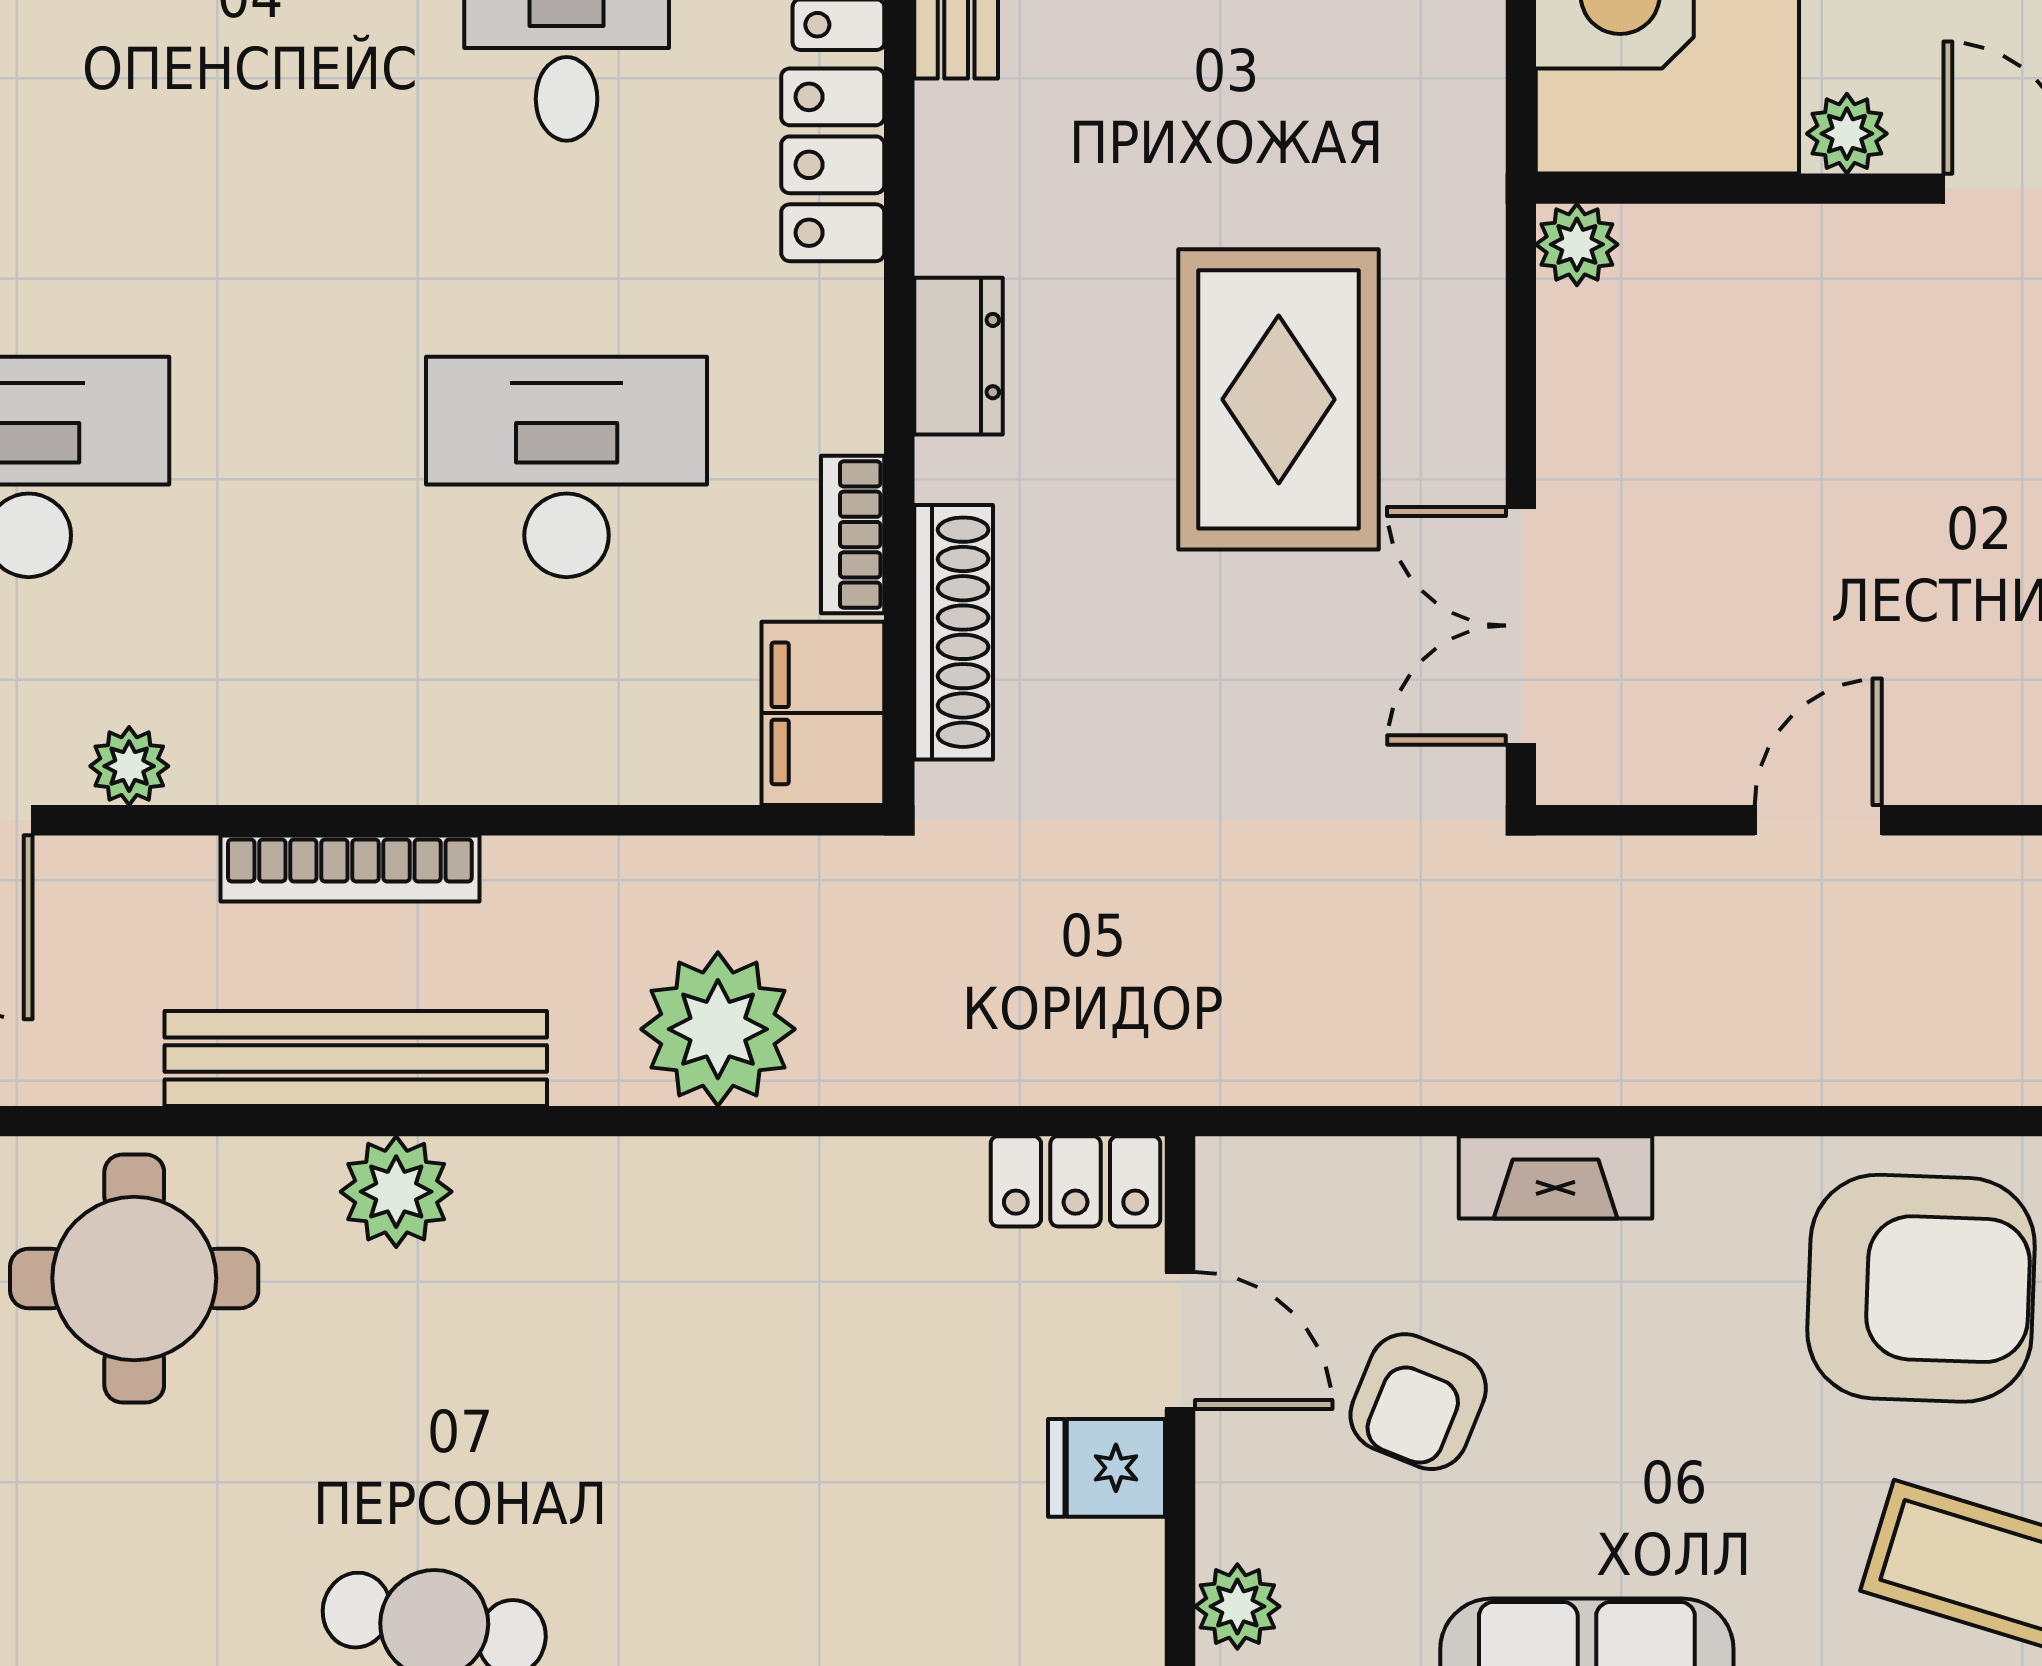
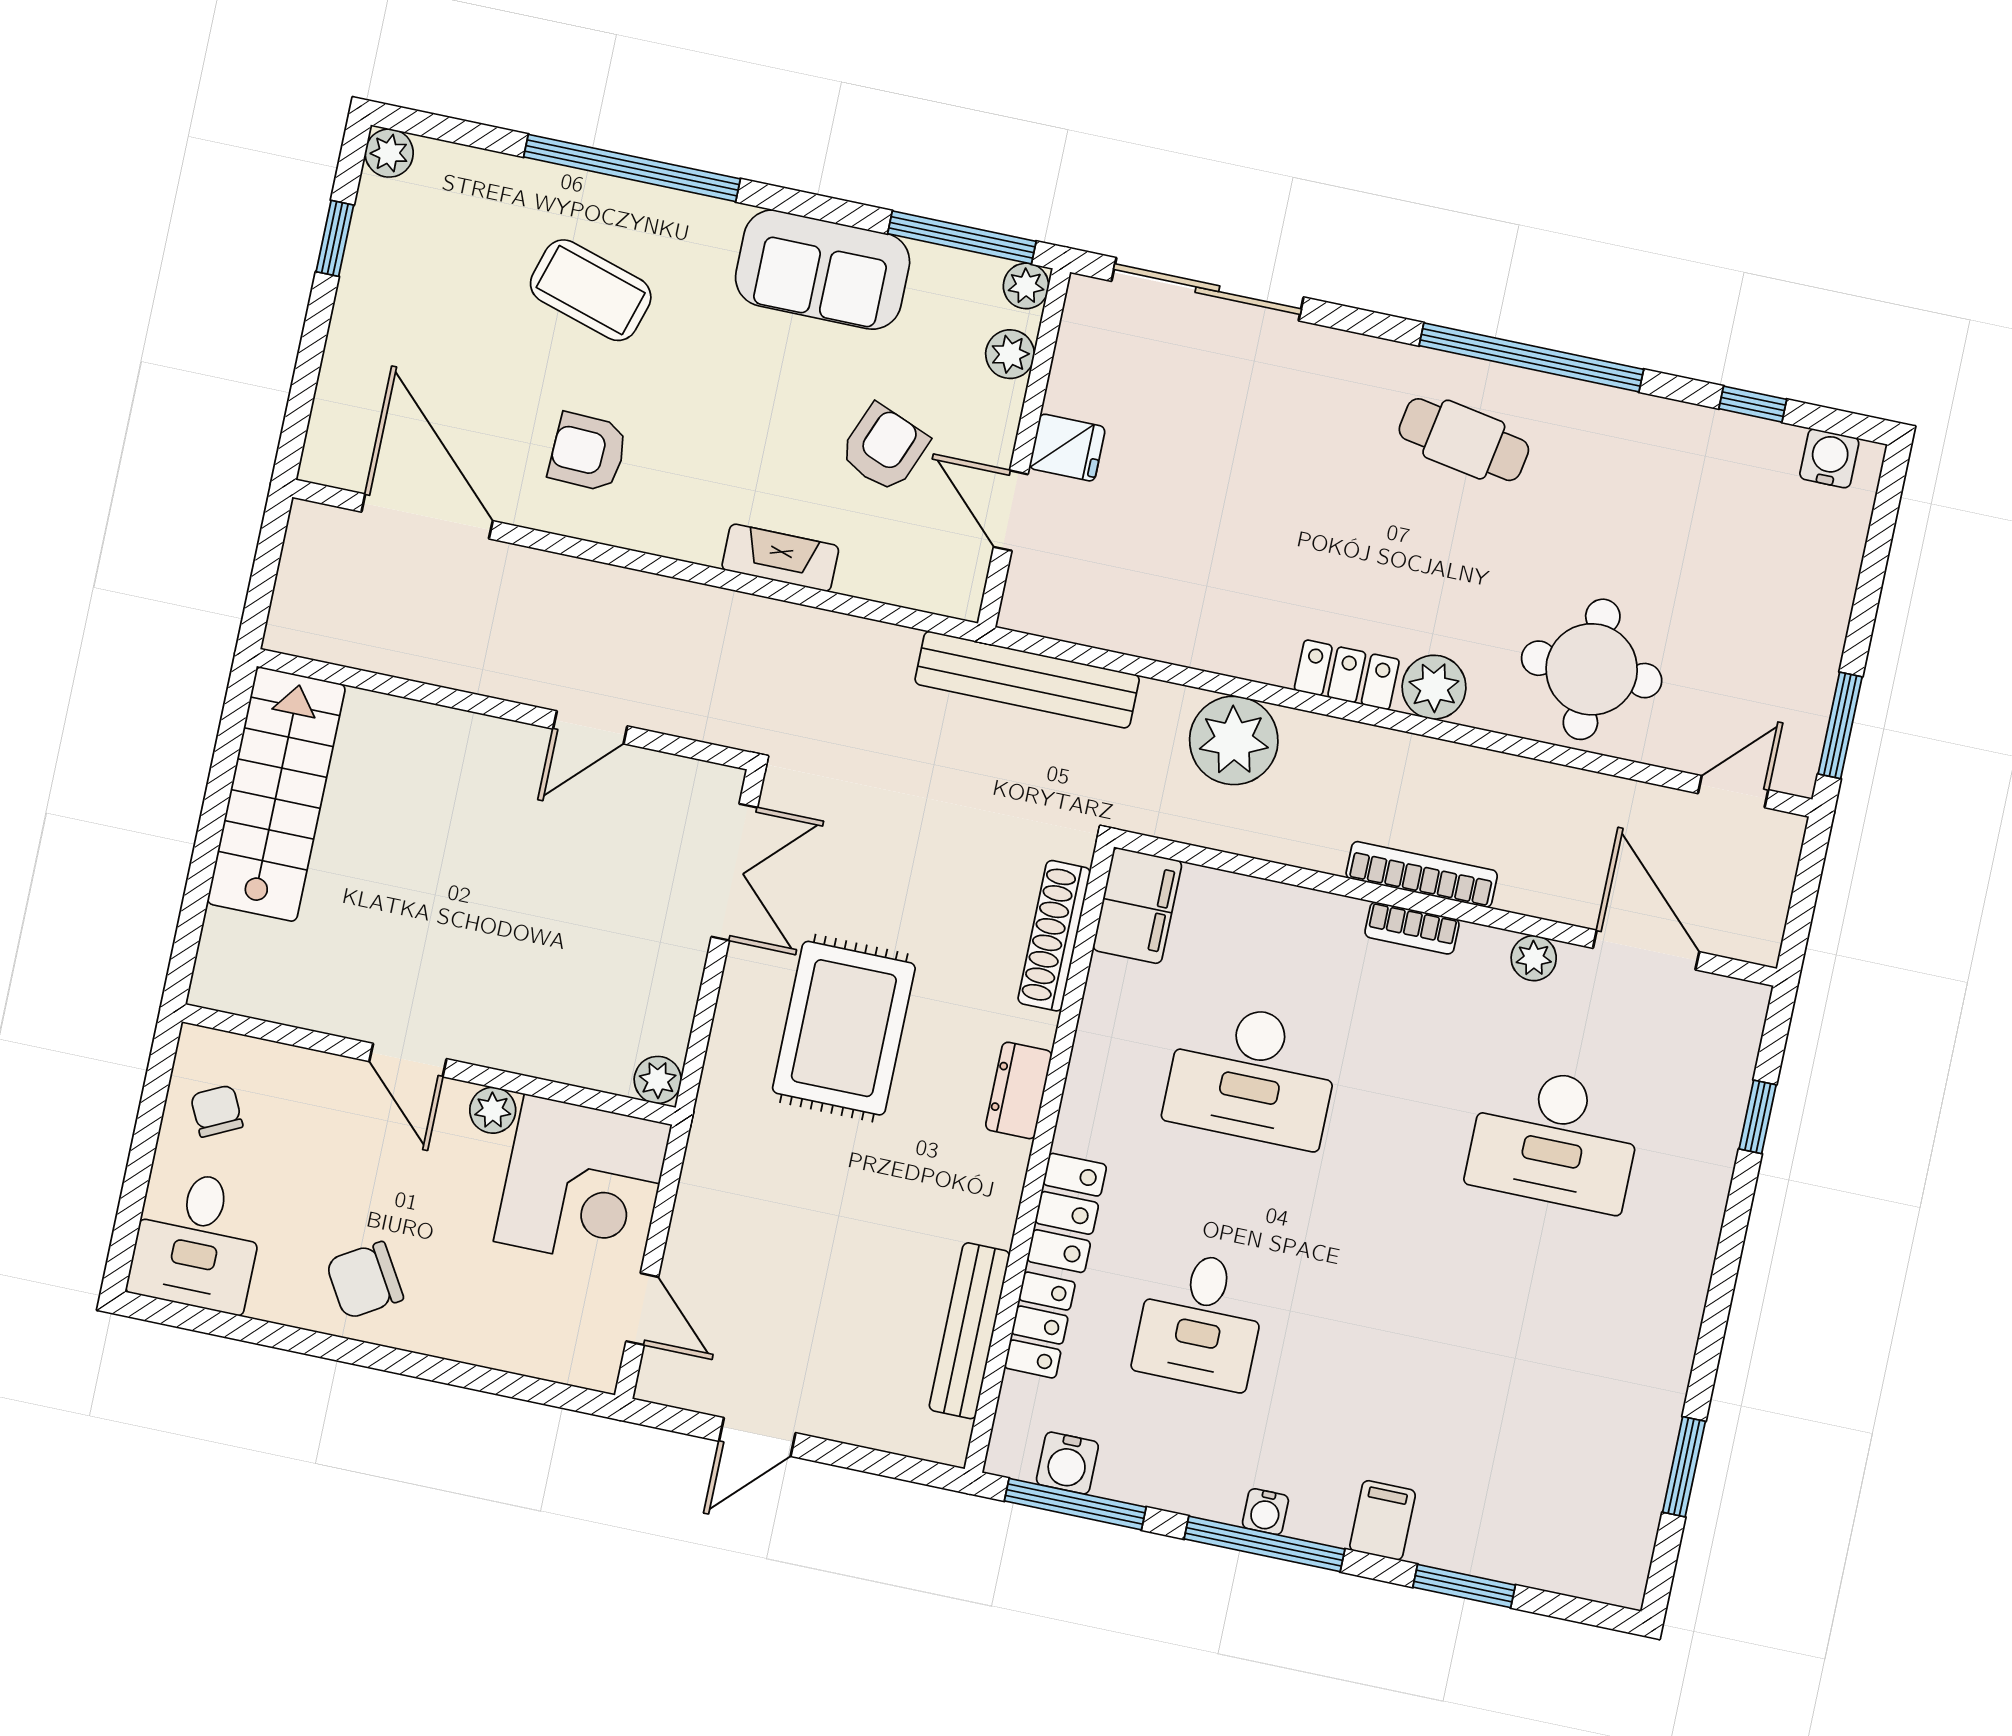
bookcase: (853, 535) -> (1412, 928), moved, turned 90
bench: (356, 1058) -> (1027, 680), moved
locker: (1076, 1181) -> (1347, 675), moved
armchair: (1921, 1288) -> (588, 452), width x0.53, depth x0.53

